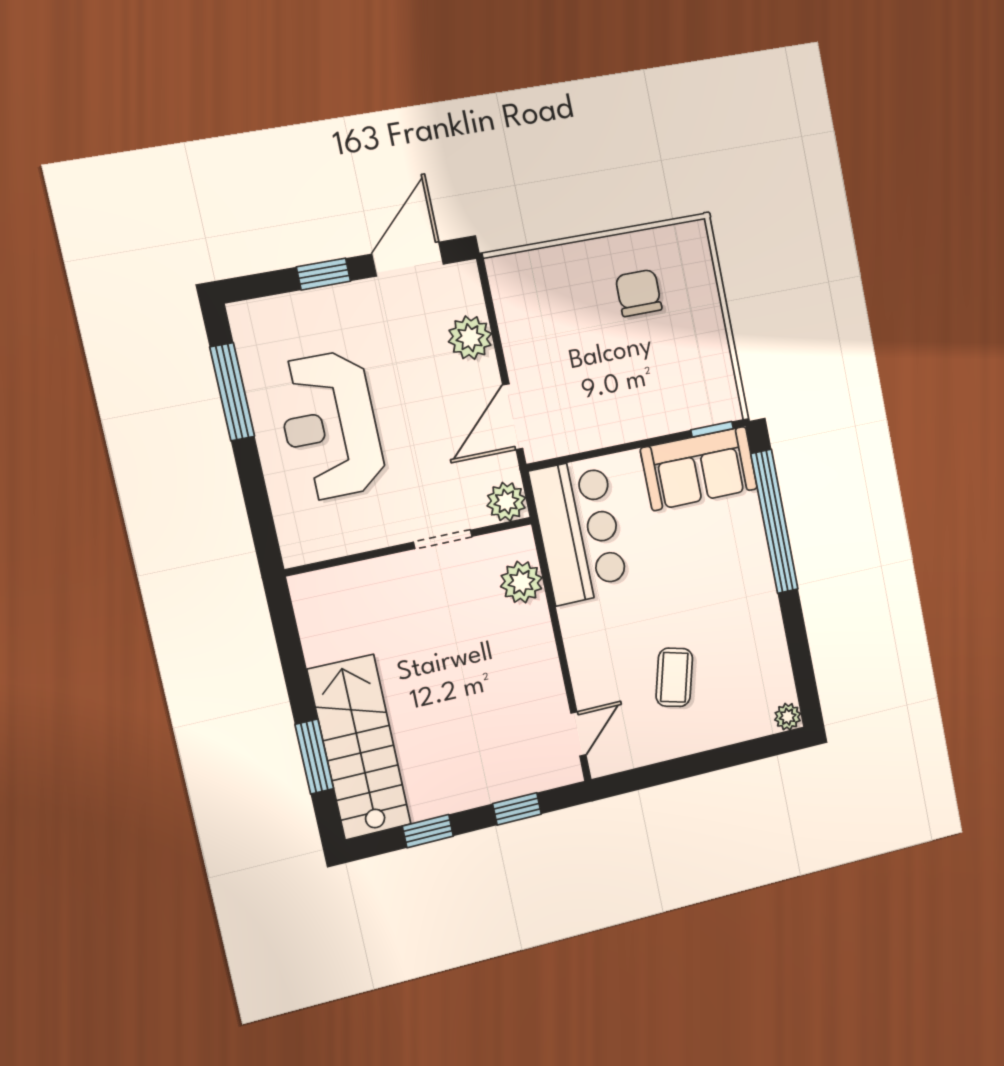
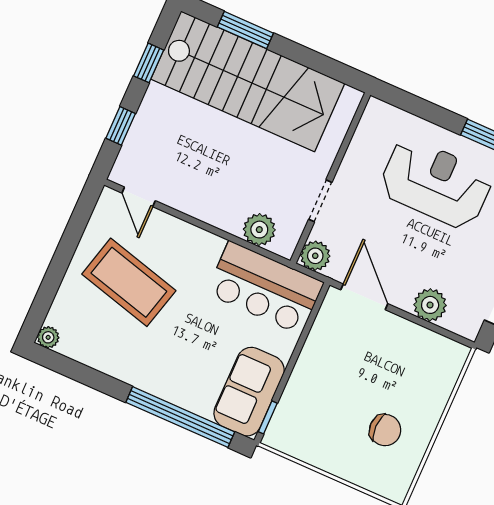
coffee table: (674, 677) -> (129, 282), width x1.86, depth x1.72
stairs: (359, 747) -> (248, 81), width x1.36, depth x1.51

